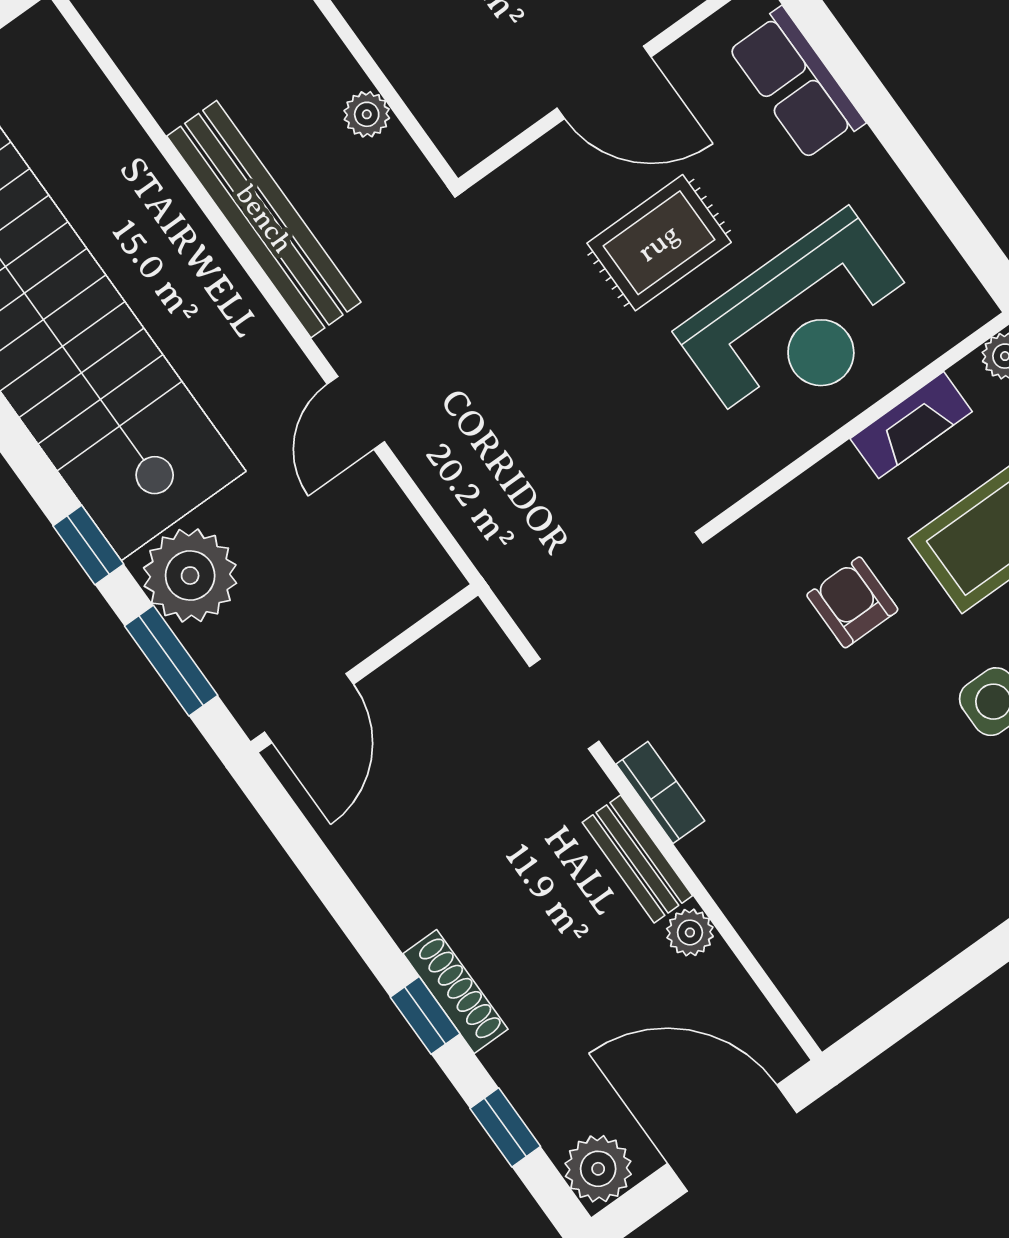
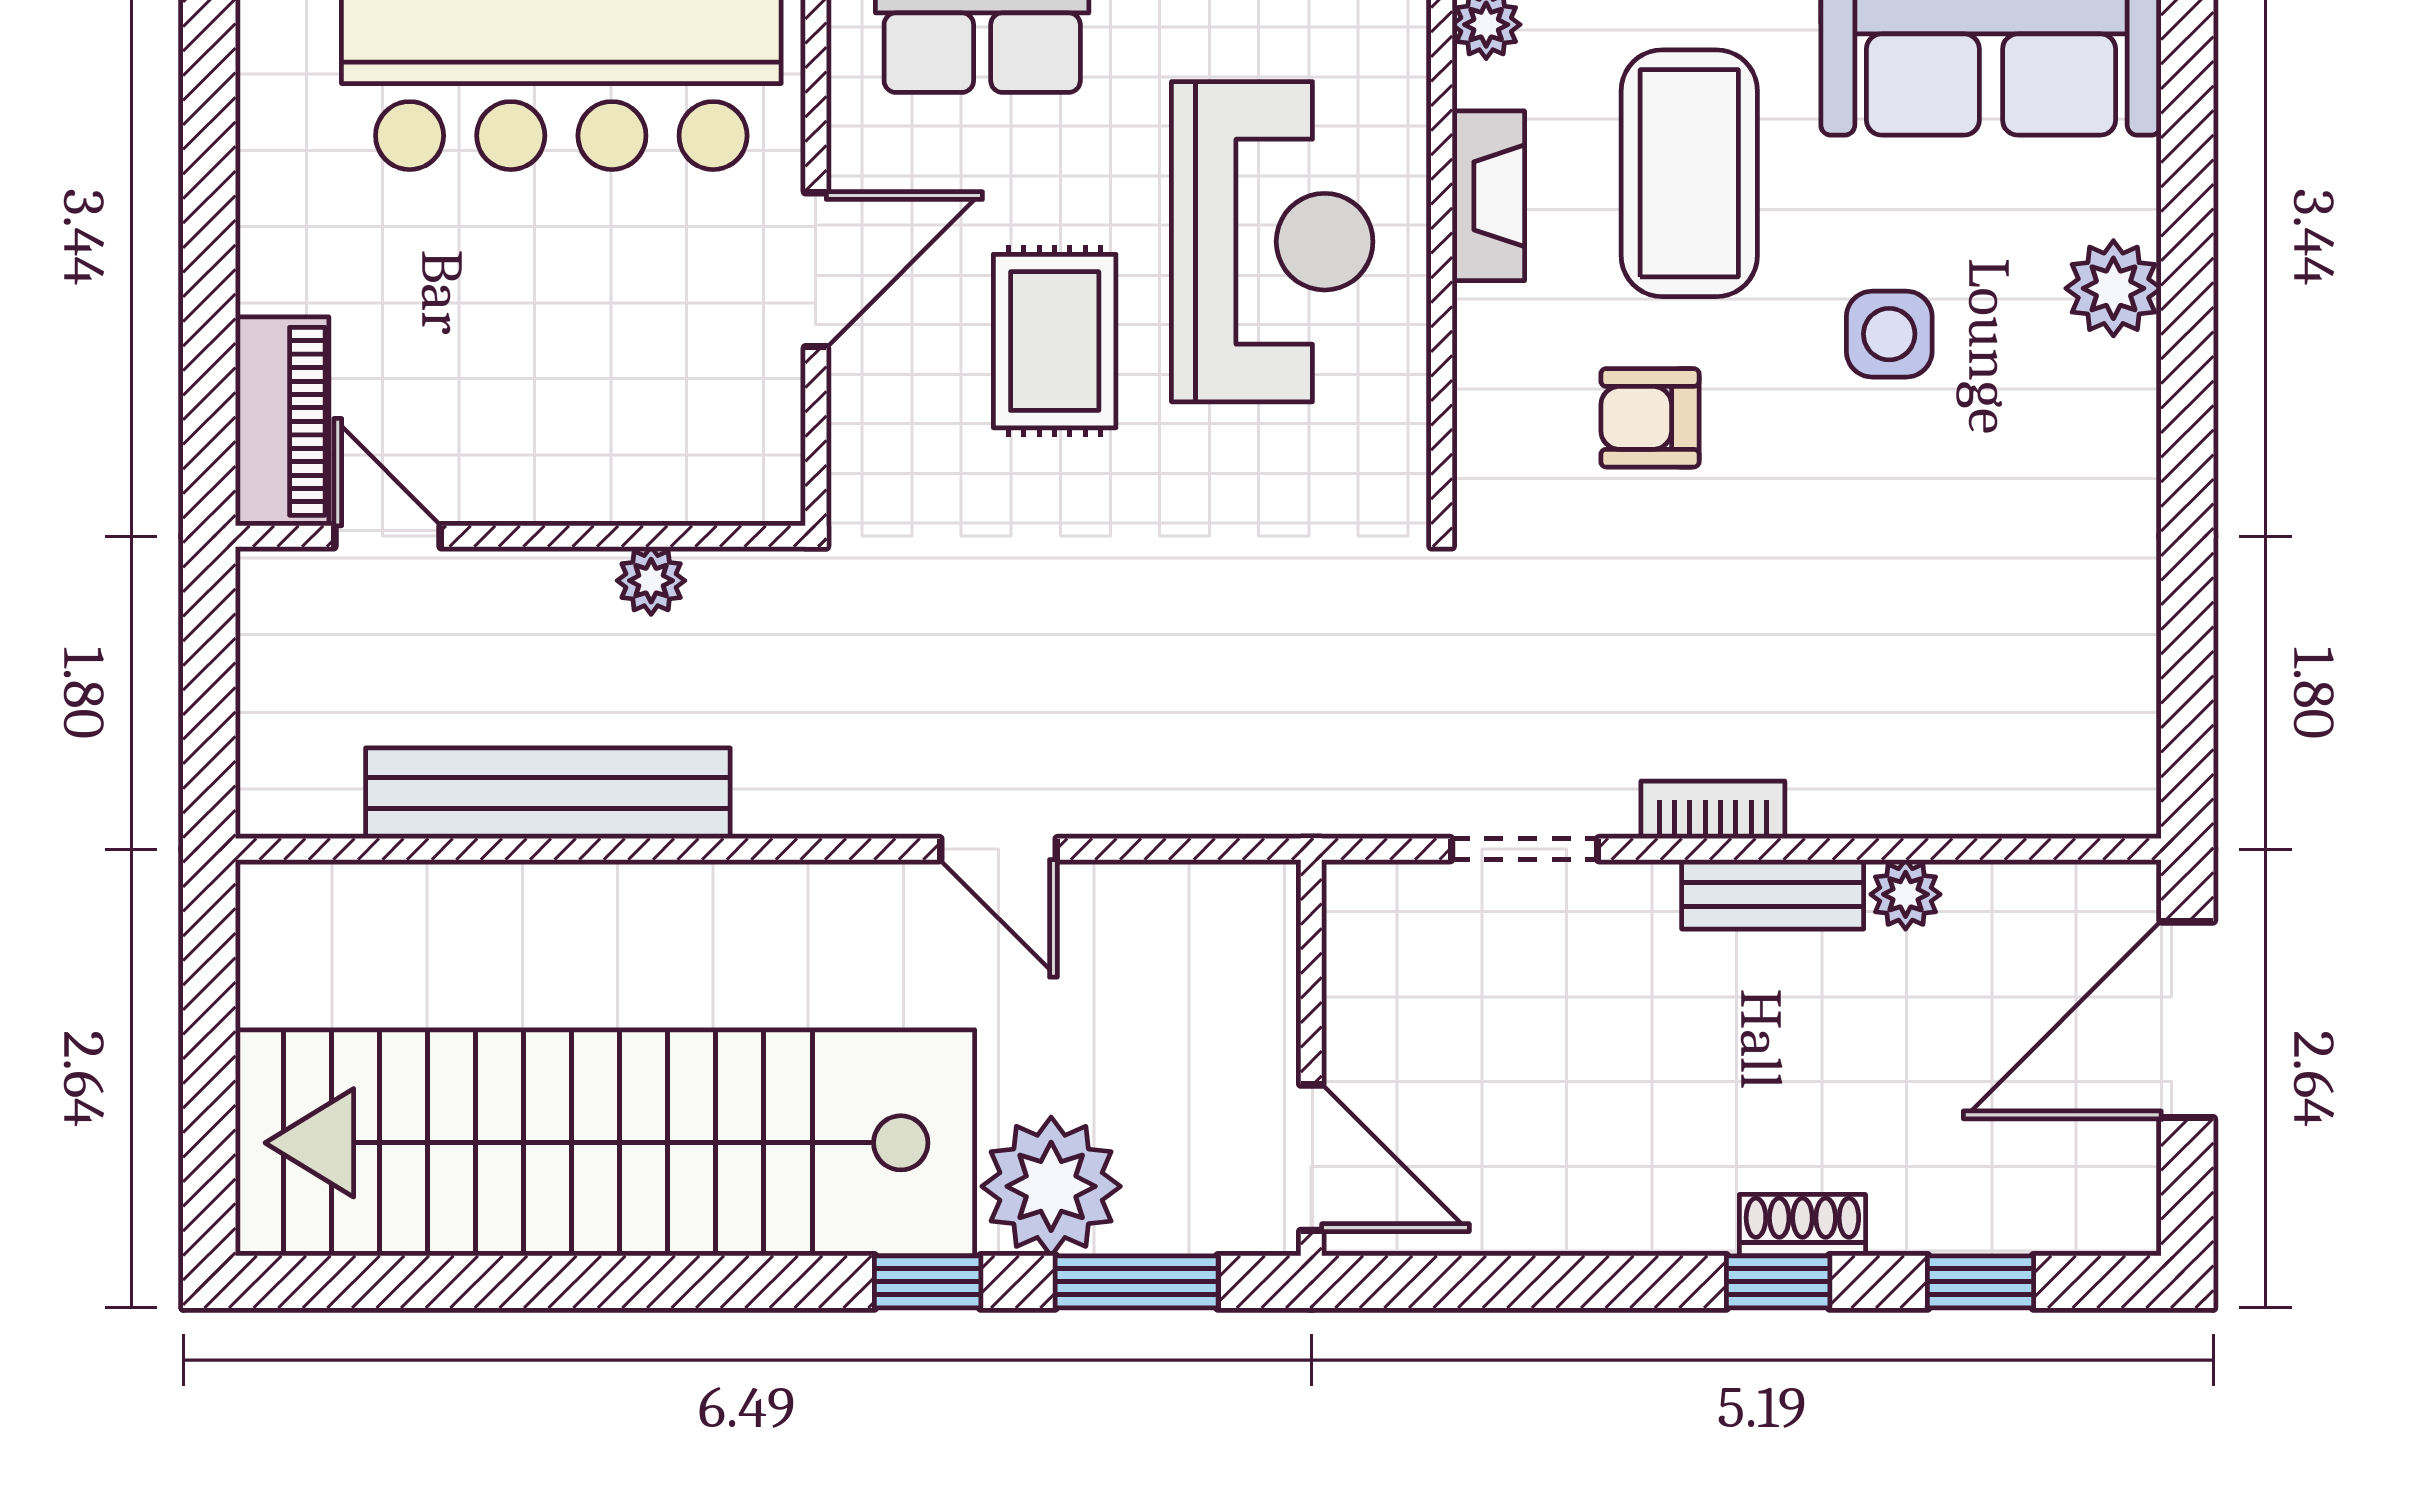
bench: (264, 219) -> (548, 793), moved
shoe rack: (455, 991) -> (1802, 1225), width x0.70
plant: (598, 1169) -> (2109, 1206), removed

